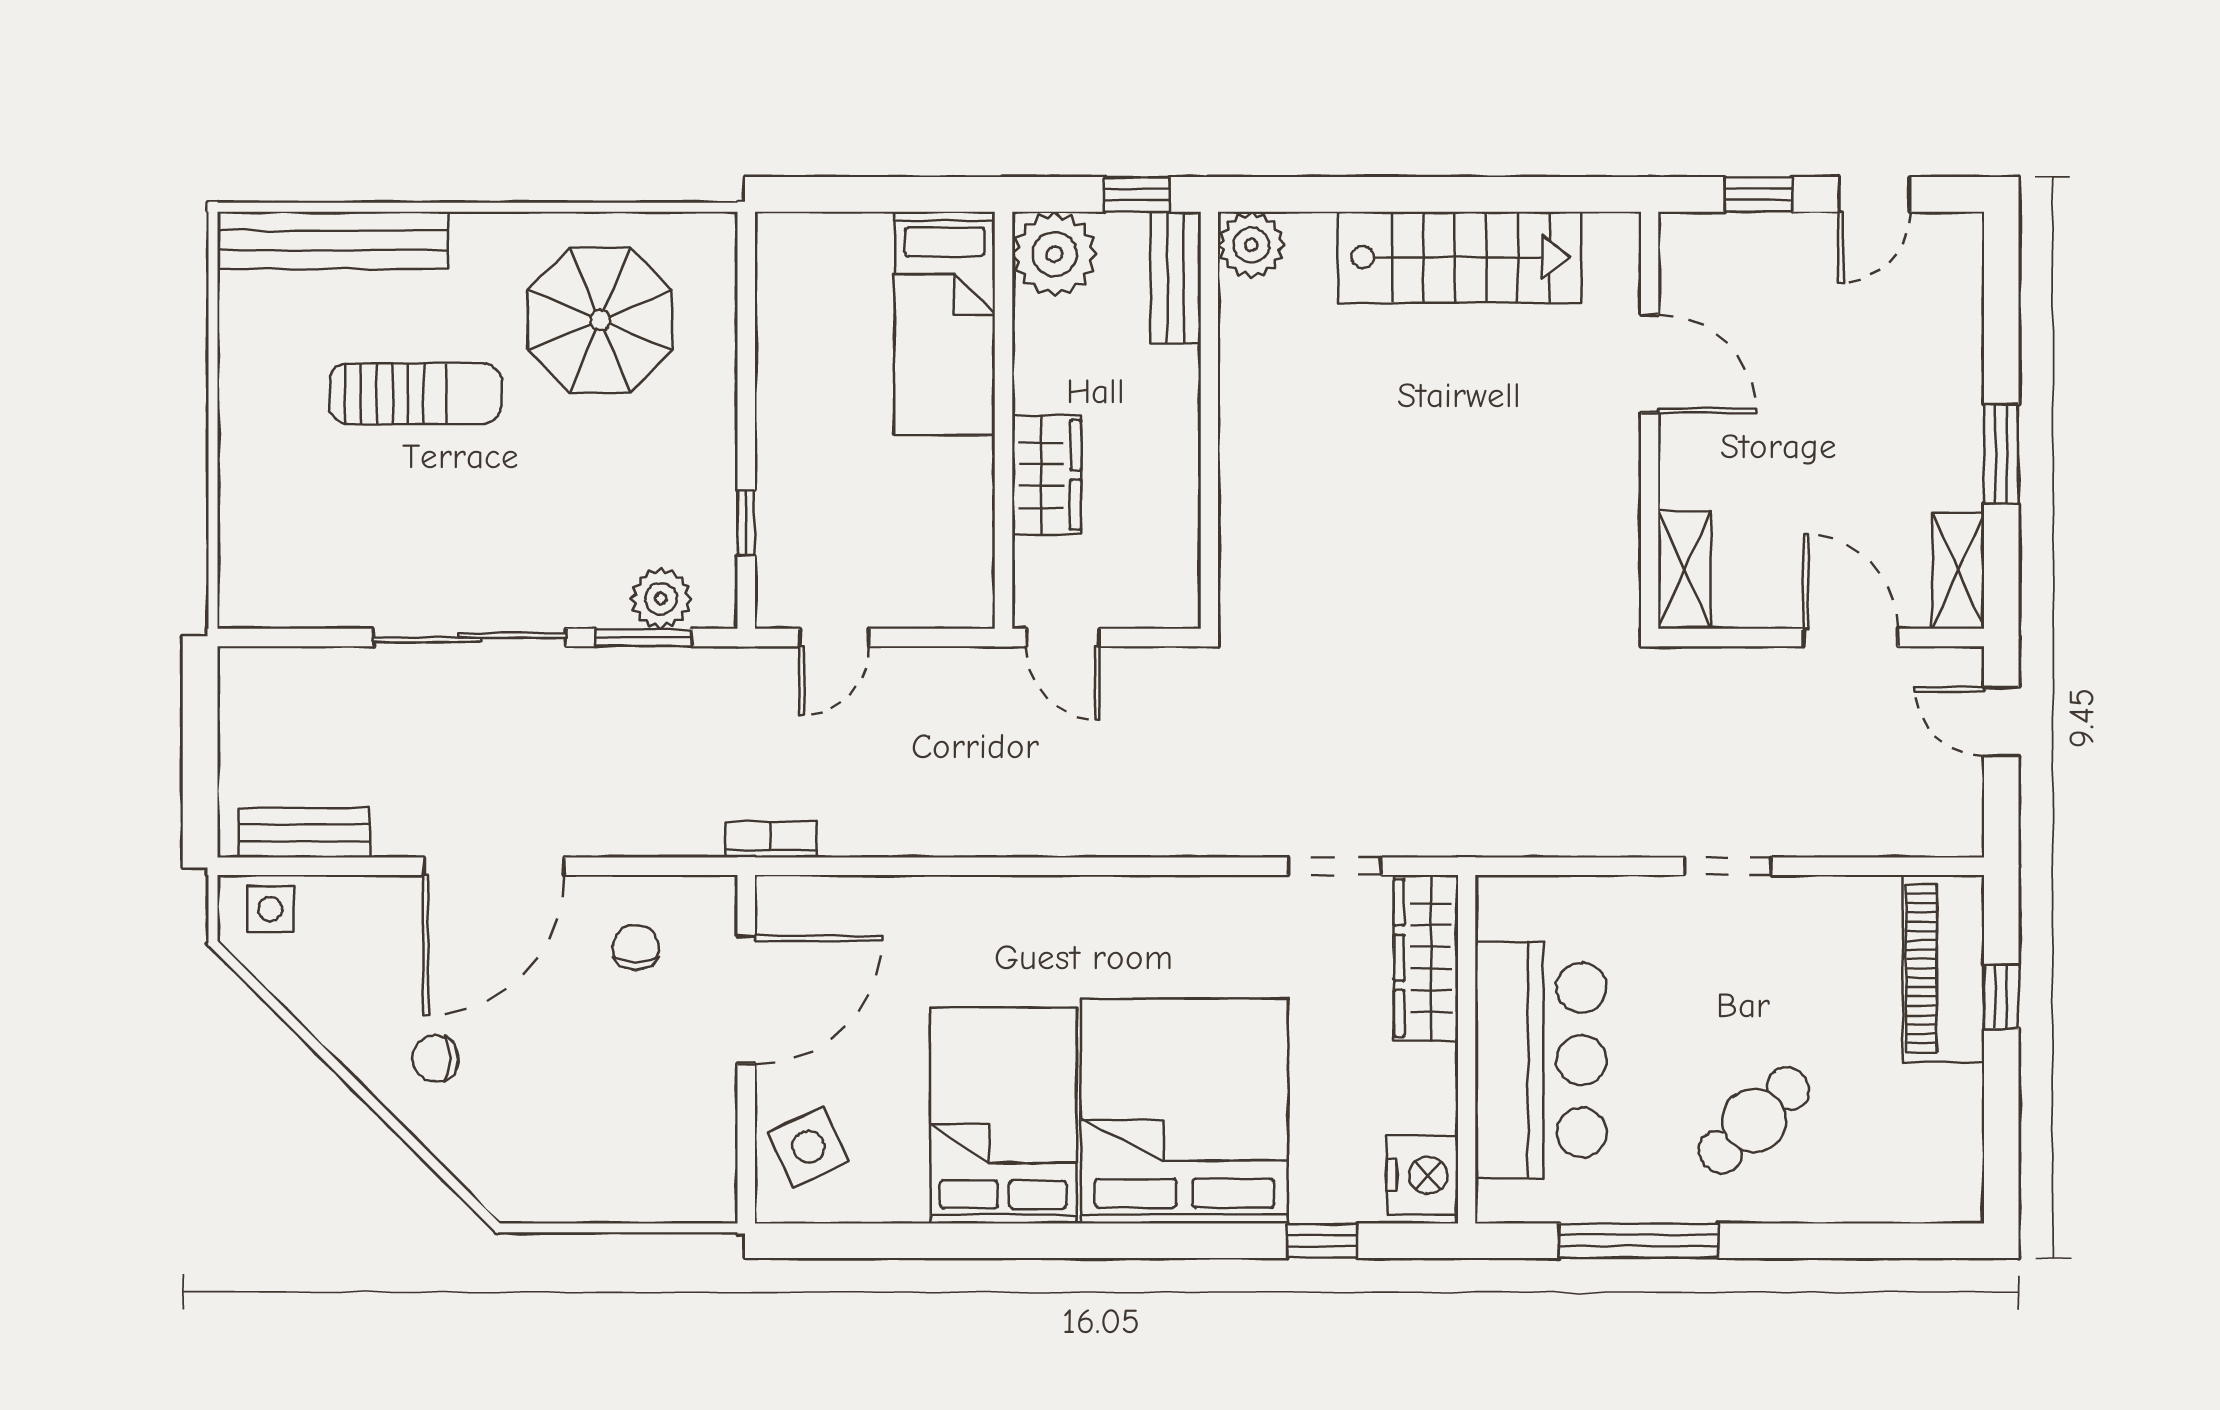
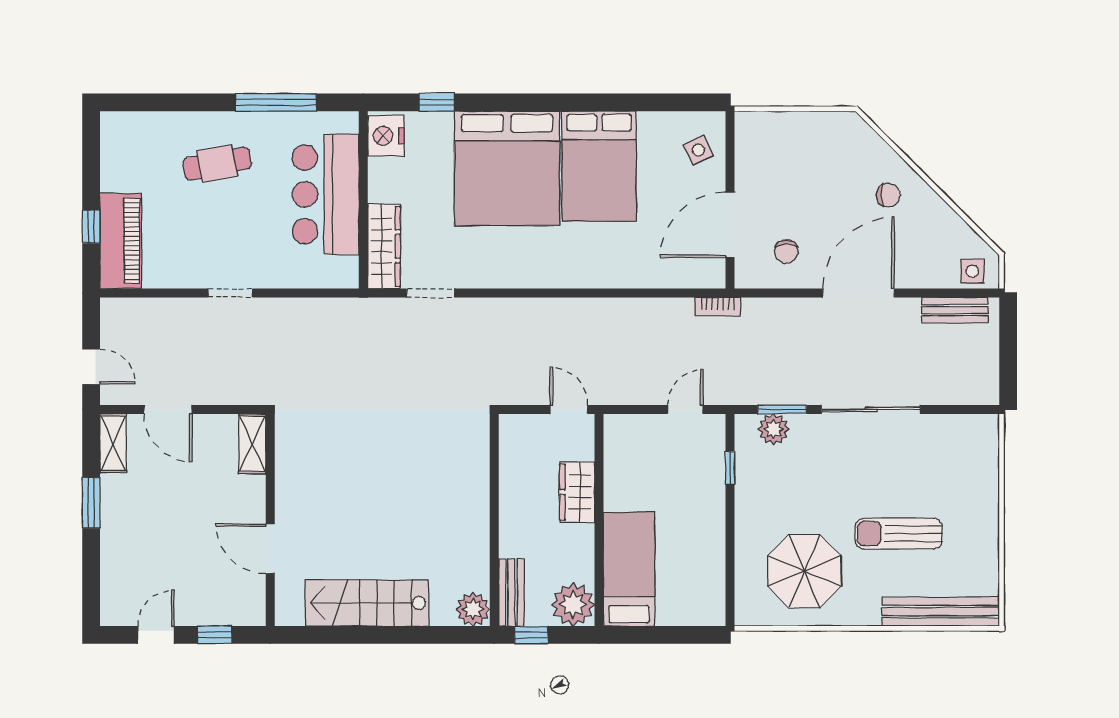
cafe table: (1754, 1121) -> (217, 164), turned 32
side table: (808, 1147) -> (698, 150), width x0.73, depth x0.73

